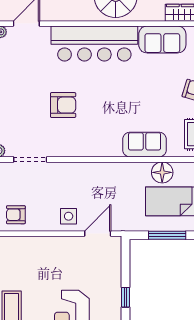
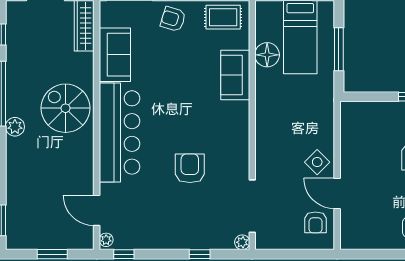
doorway: (30, 159) -> (252, 206), width x1.36
side table: (69, 216) -> (317, 162), turned 45
door: (98, 234) -> (337, 193), moved

